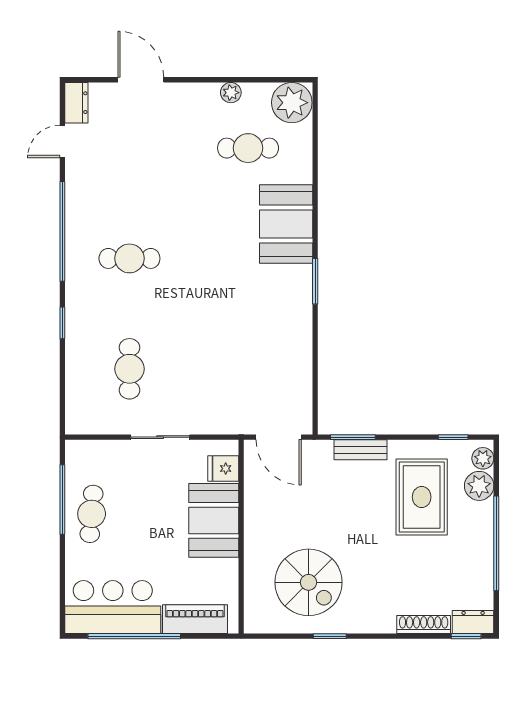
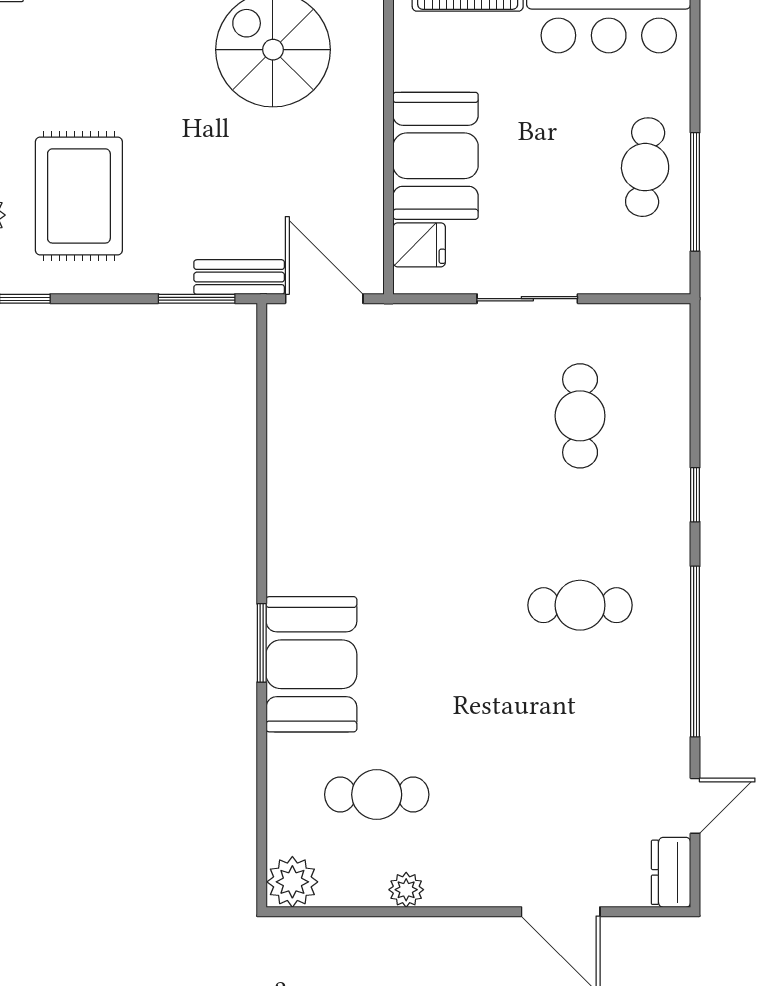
plant: (292, 103) -> (292, 882), width x0.73, depth x0.73
window: (315, 281) -> (262, 643), moved
bench: (360, 450) -> (239, 277), moved

